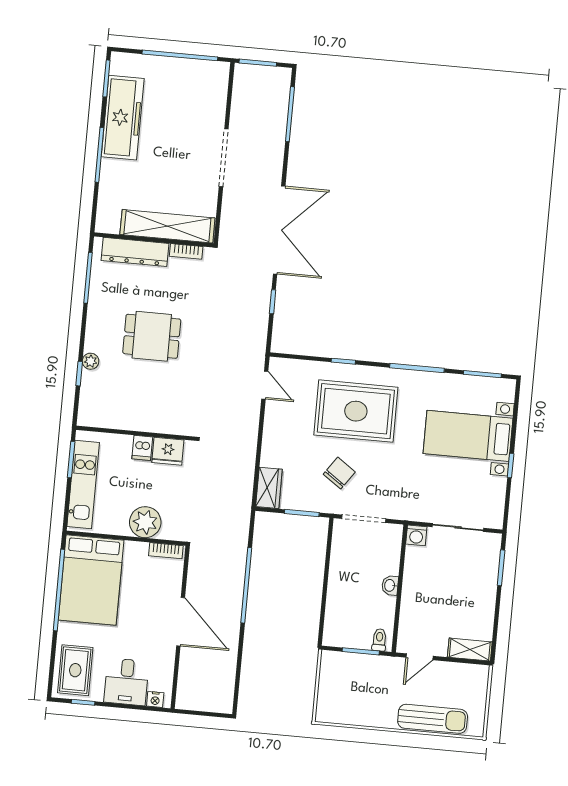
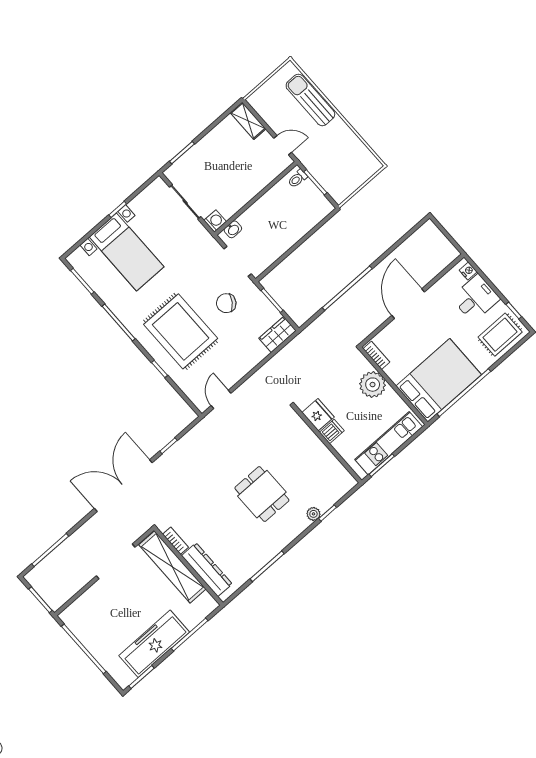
shelving: (167, 226) -> (172, 567), moved
wall: (154, 240) -> (188, 566), moved
bookcase: (186, 251) -> (175, 541), moved
dresser: (135, 252) -> (207, 570), moved
washbasin: (390, 585) -> (233, 229), moved

